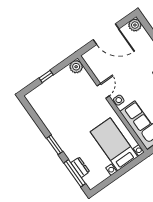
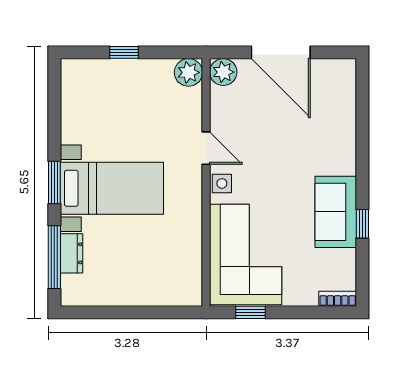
plant: (135, 25) -> (223, 72), moved
door: (103, 91) -> (206, 148), hinge flipped
bed with nightstands: (114, 144) -> (112, 188), moved, turned 90

